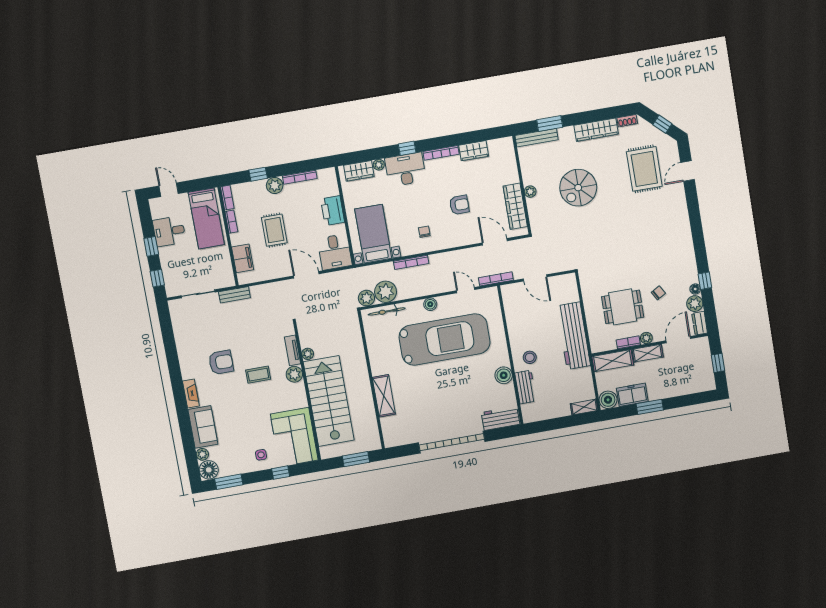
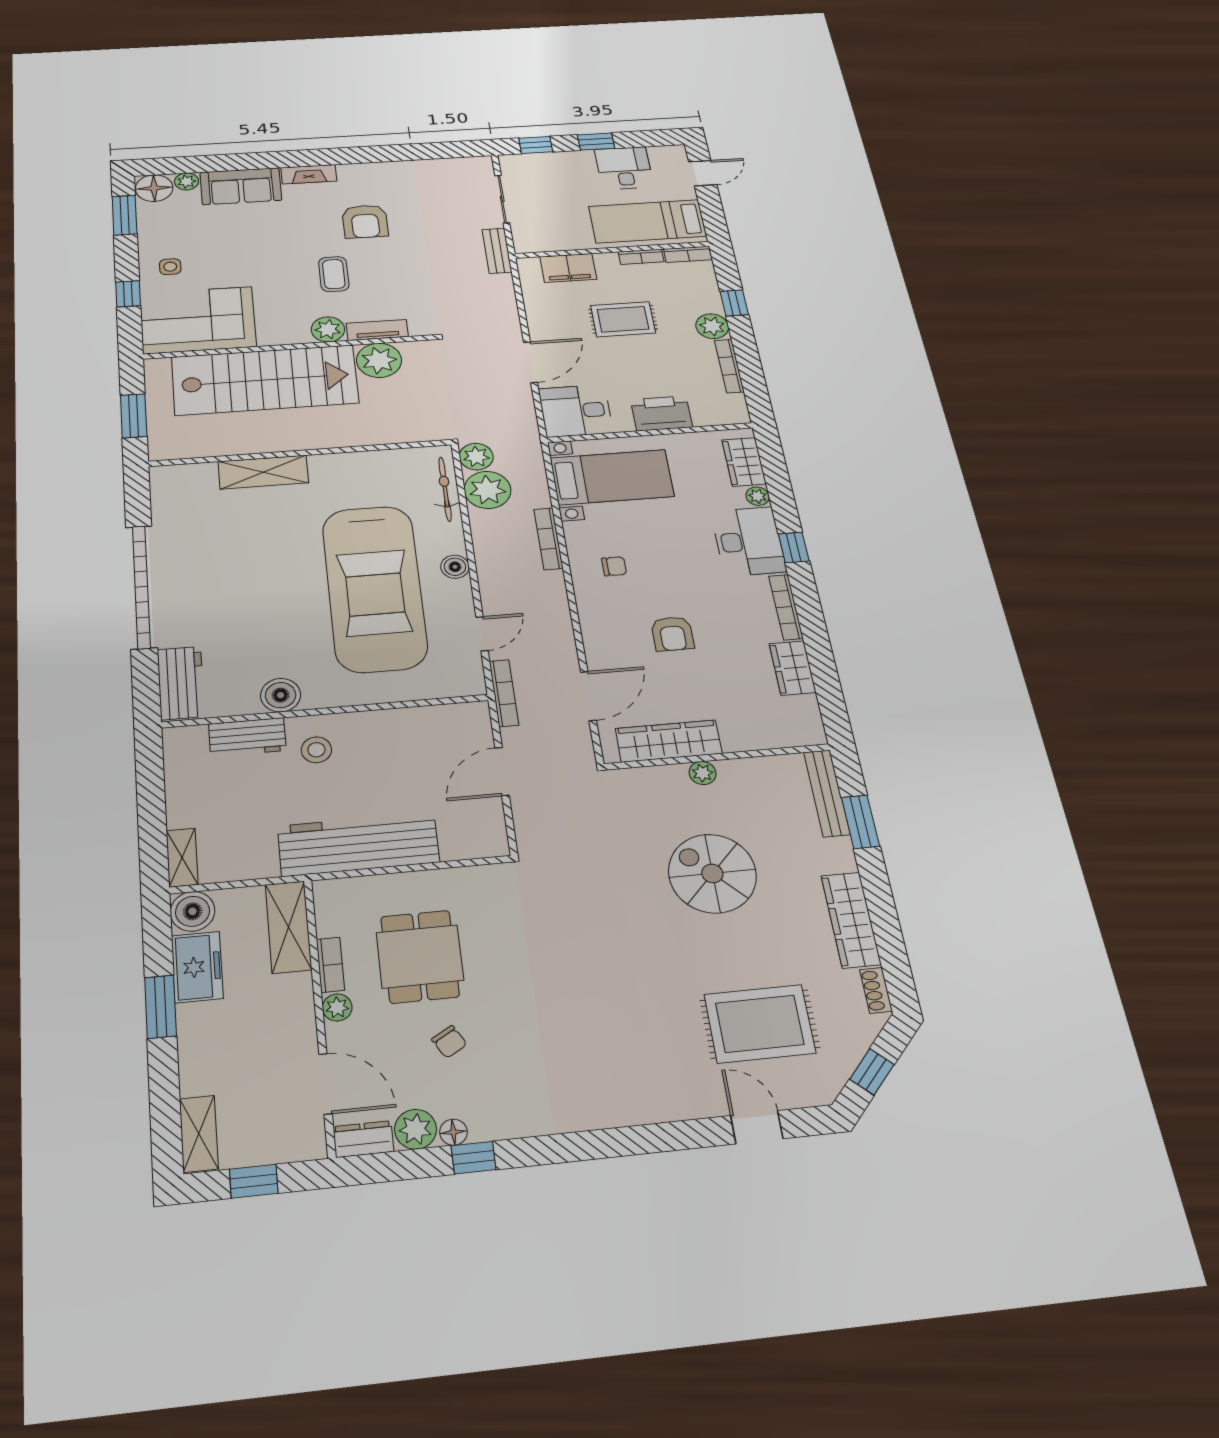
shelving: (648, 353) -> (199, 1134), moved
plant: (308, 354) -> (379, 360), width x1.87, depth x1.87

